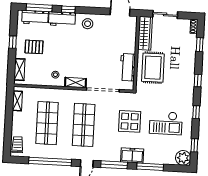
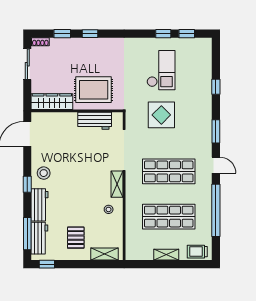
window: (68, 9) -> (27, 184), moved
sliding door: (165, 14) -> (27, 64), moved
window: (13, 42) -> (47, 264), moved
window: (198, 81) -> (90, 34), moved
shelving: (17, 101) -> (166, 255), moved
window: (196, 112) -> (163, 34), moved
freezer: (132, 155) -> (203, 110), removed
plant: (183, 158) -> (203, 47), removed
window: (114, 165) -> (216, 131), width x0.69
window: (150, 167) -> (216, 87), width x0.46

